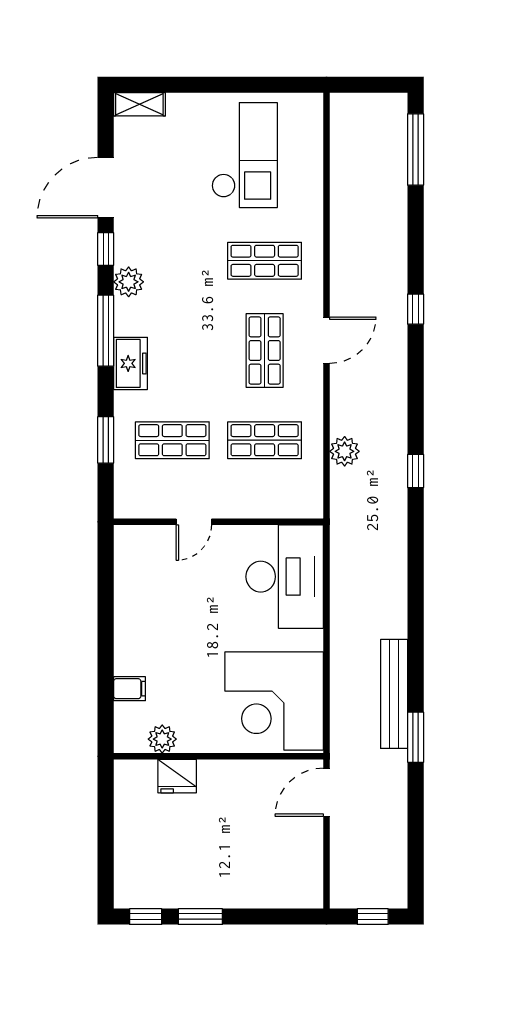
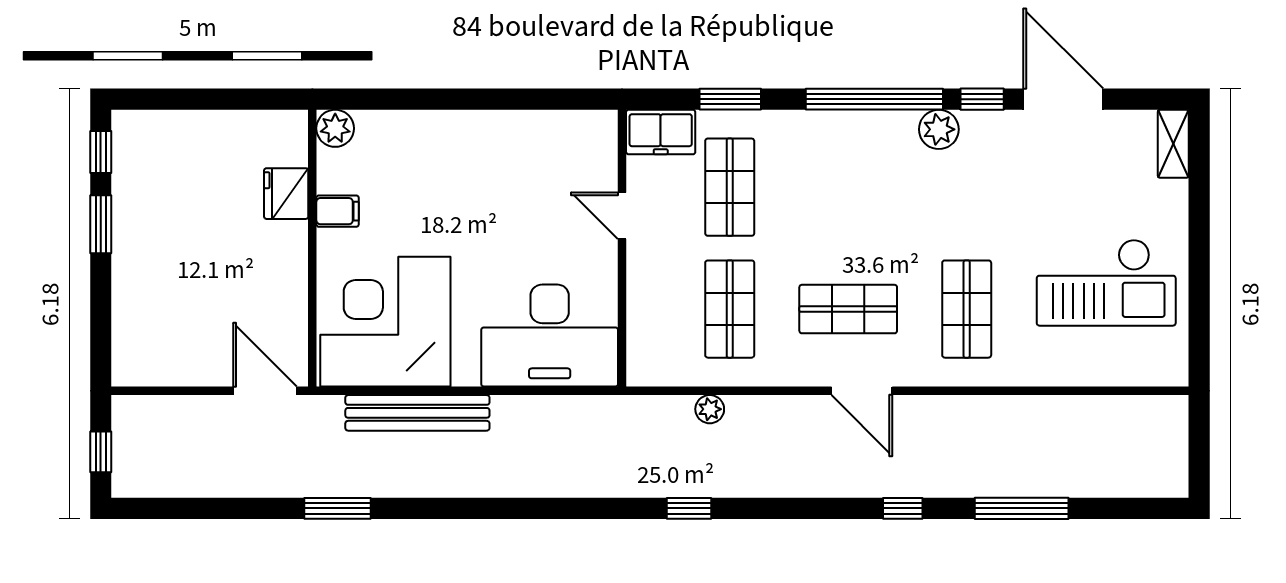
window: (416, 149) -> (1022, 508), moved
window: (106, 331) -> (874, 99), width x1.46
freezer: (131, 363) -> (661, 132), moved
plant: (345, 451) -> (710, 409), width x0.73, depth x0.73
filing cabinet: (129, 689) -> (338, 211), moved, turned -90
bench: (394, 694) -> (417, 413), moved
plant: (162, 739) -> (335, 128), moved

